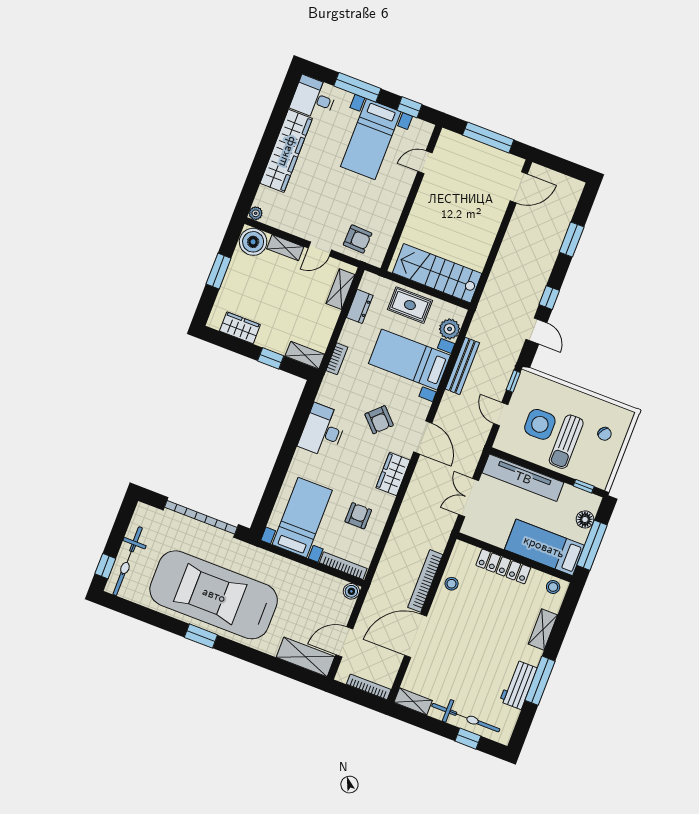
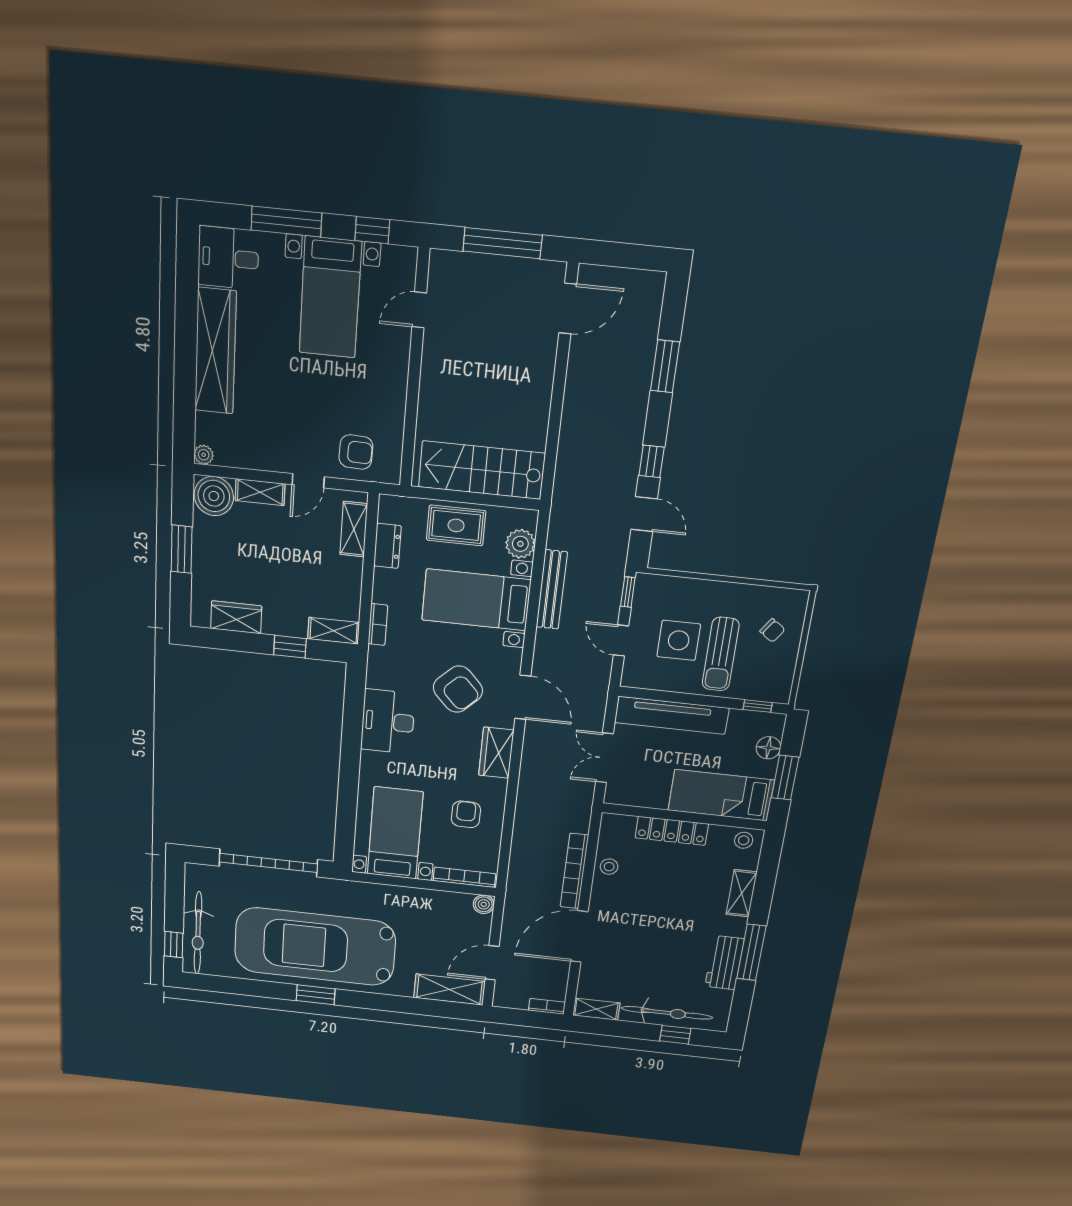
armchair: (379, 420) -> (458, 689), width x1.38, depth x1.38
window: (592, 545) -> (785, 778), width x0.69
bookcase: (369, 687) -> (547, 1006), width x0.64

